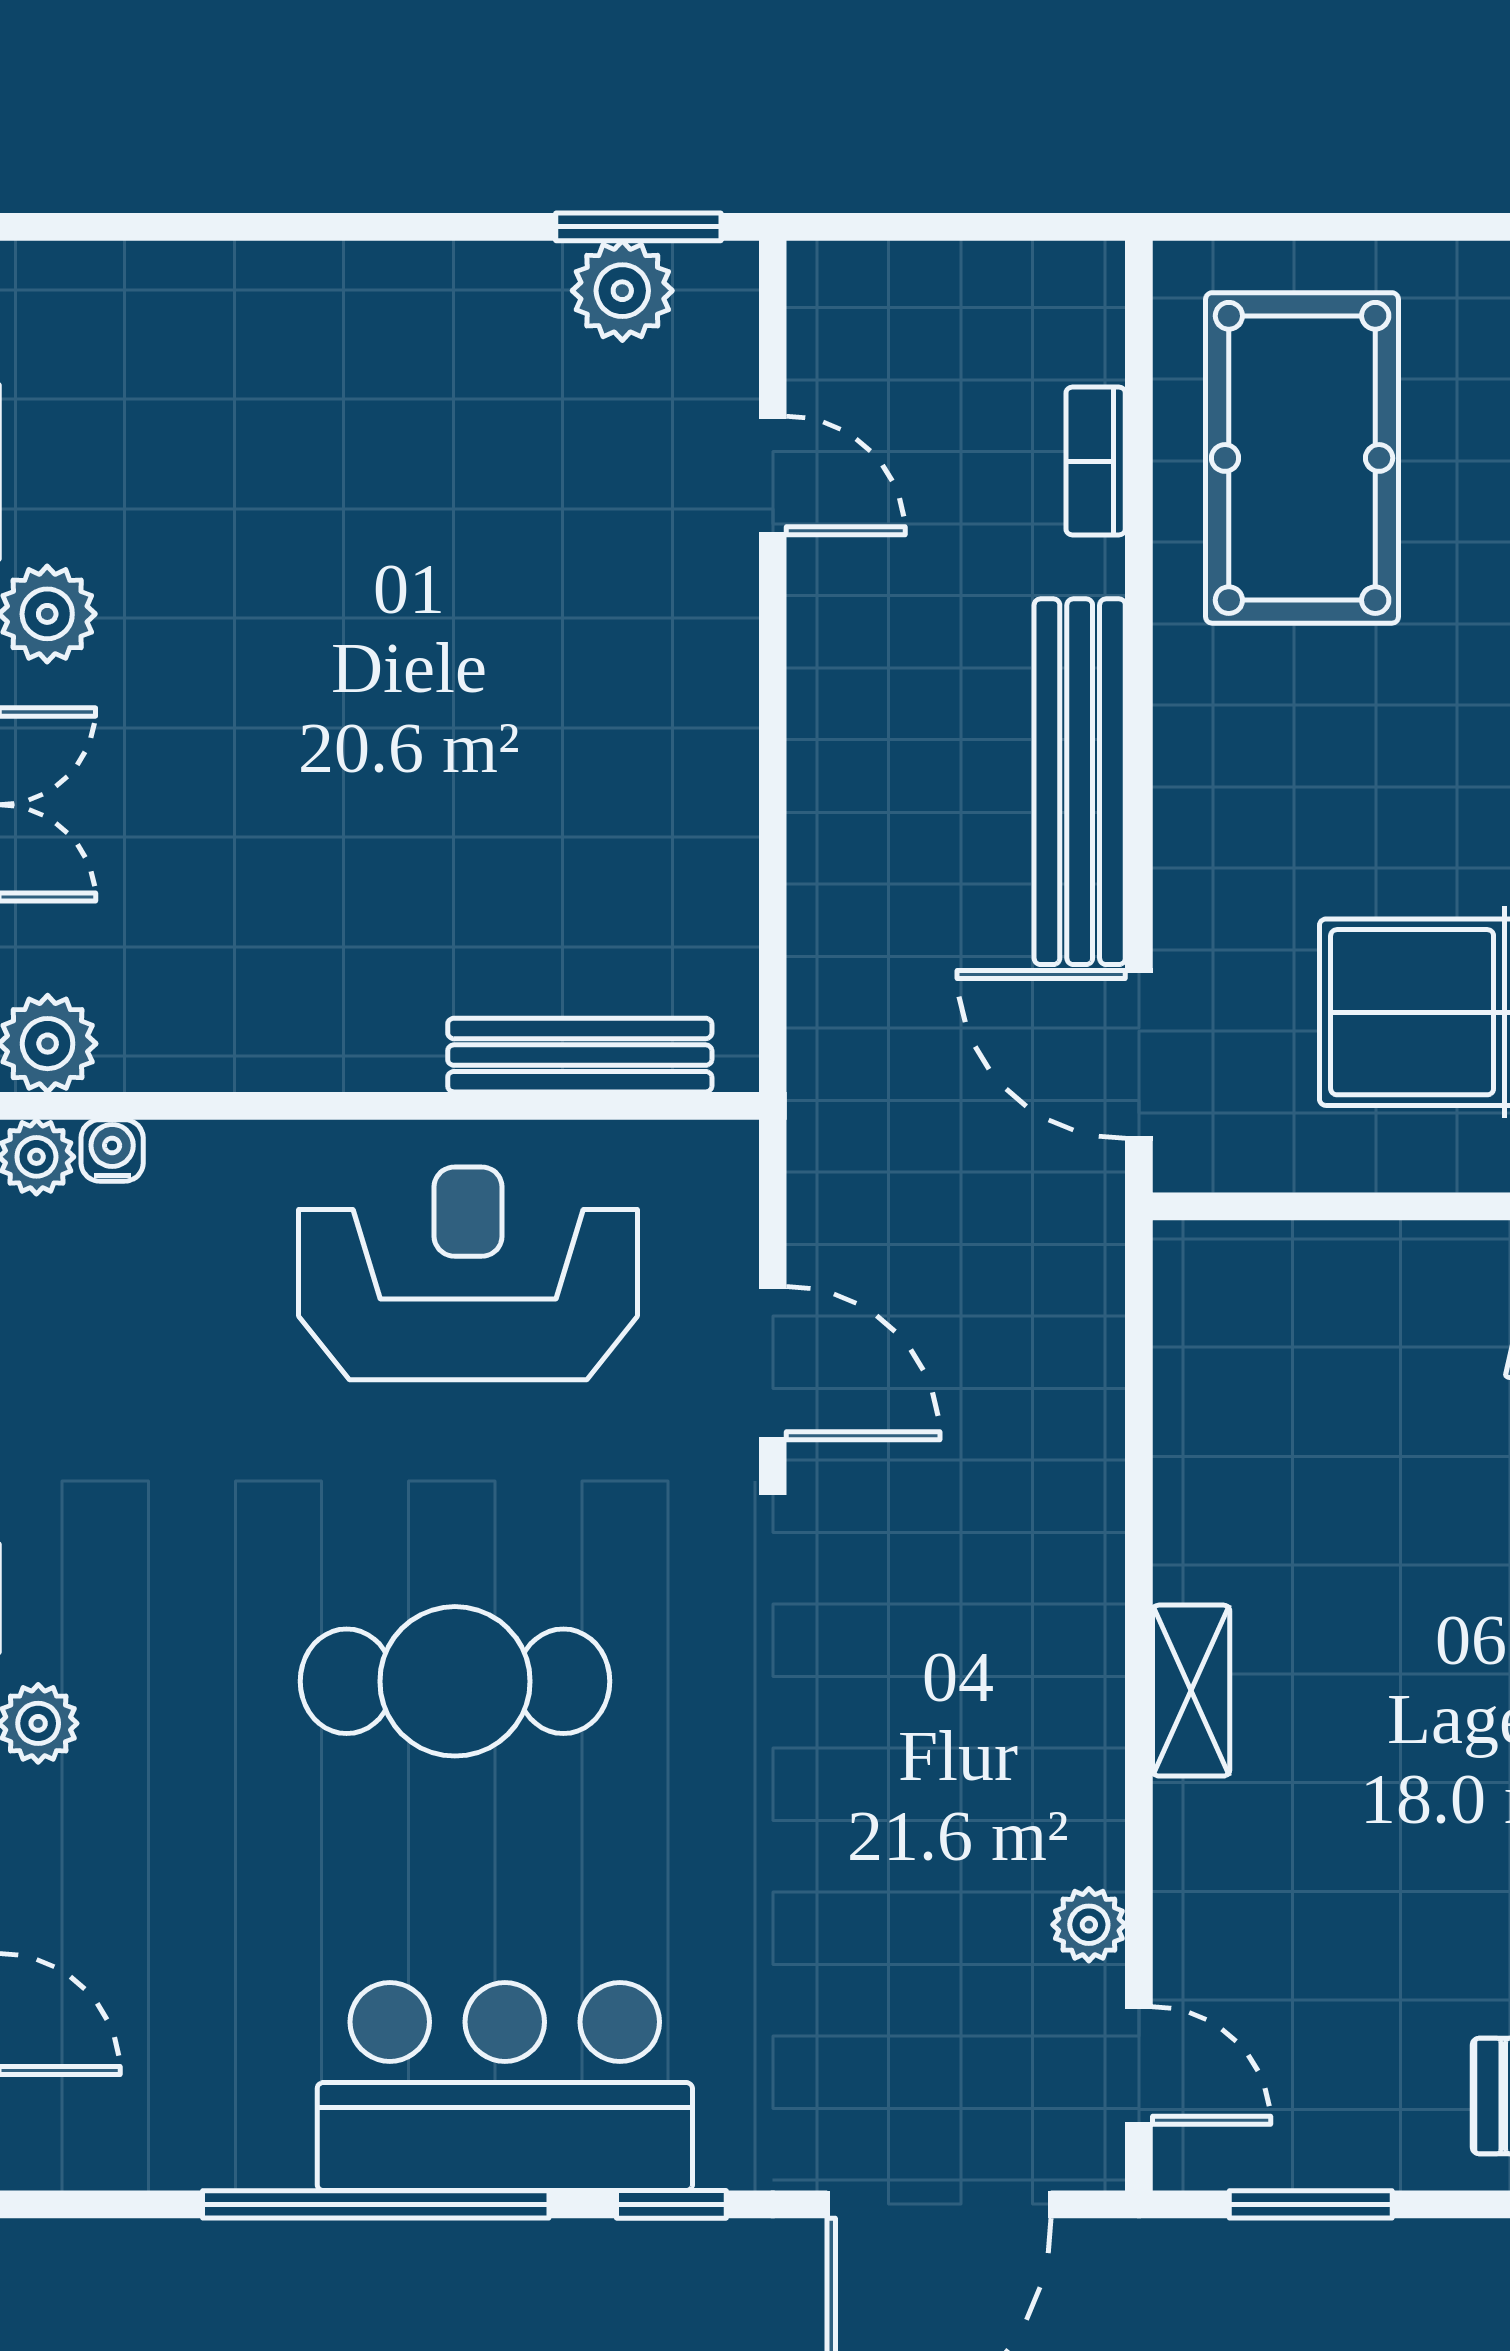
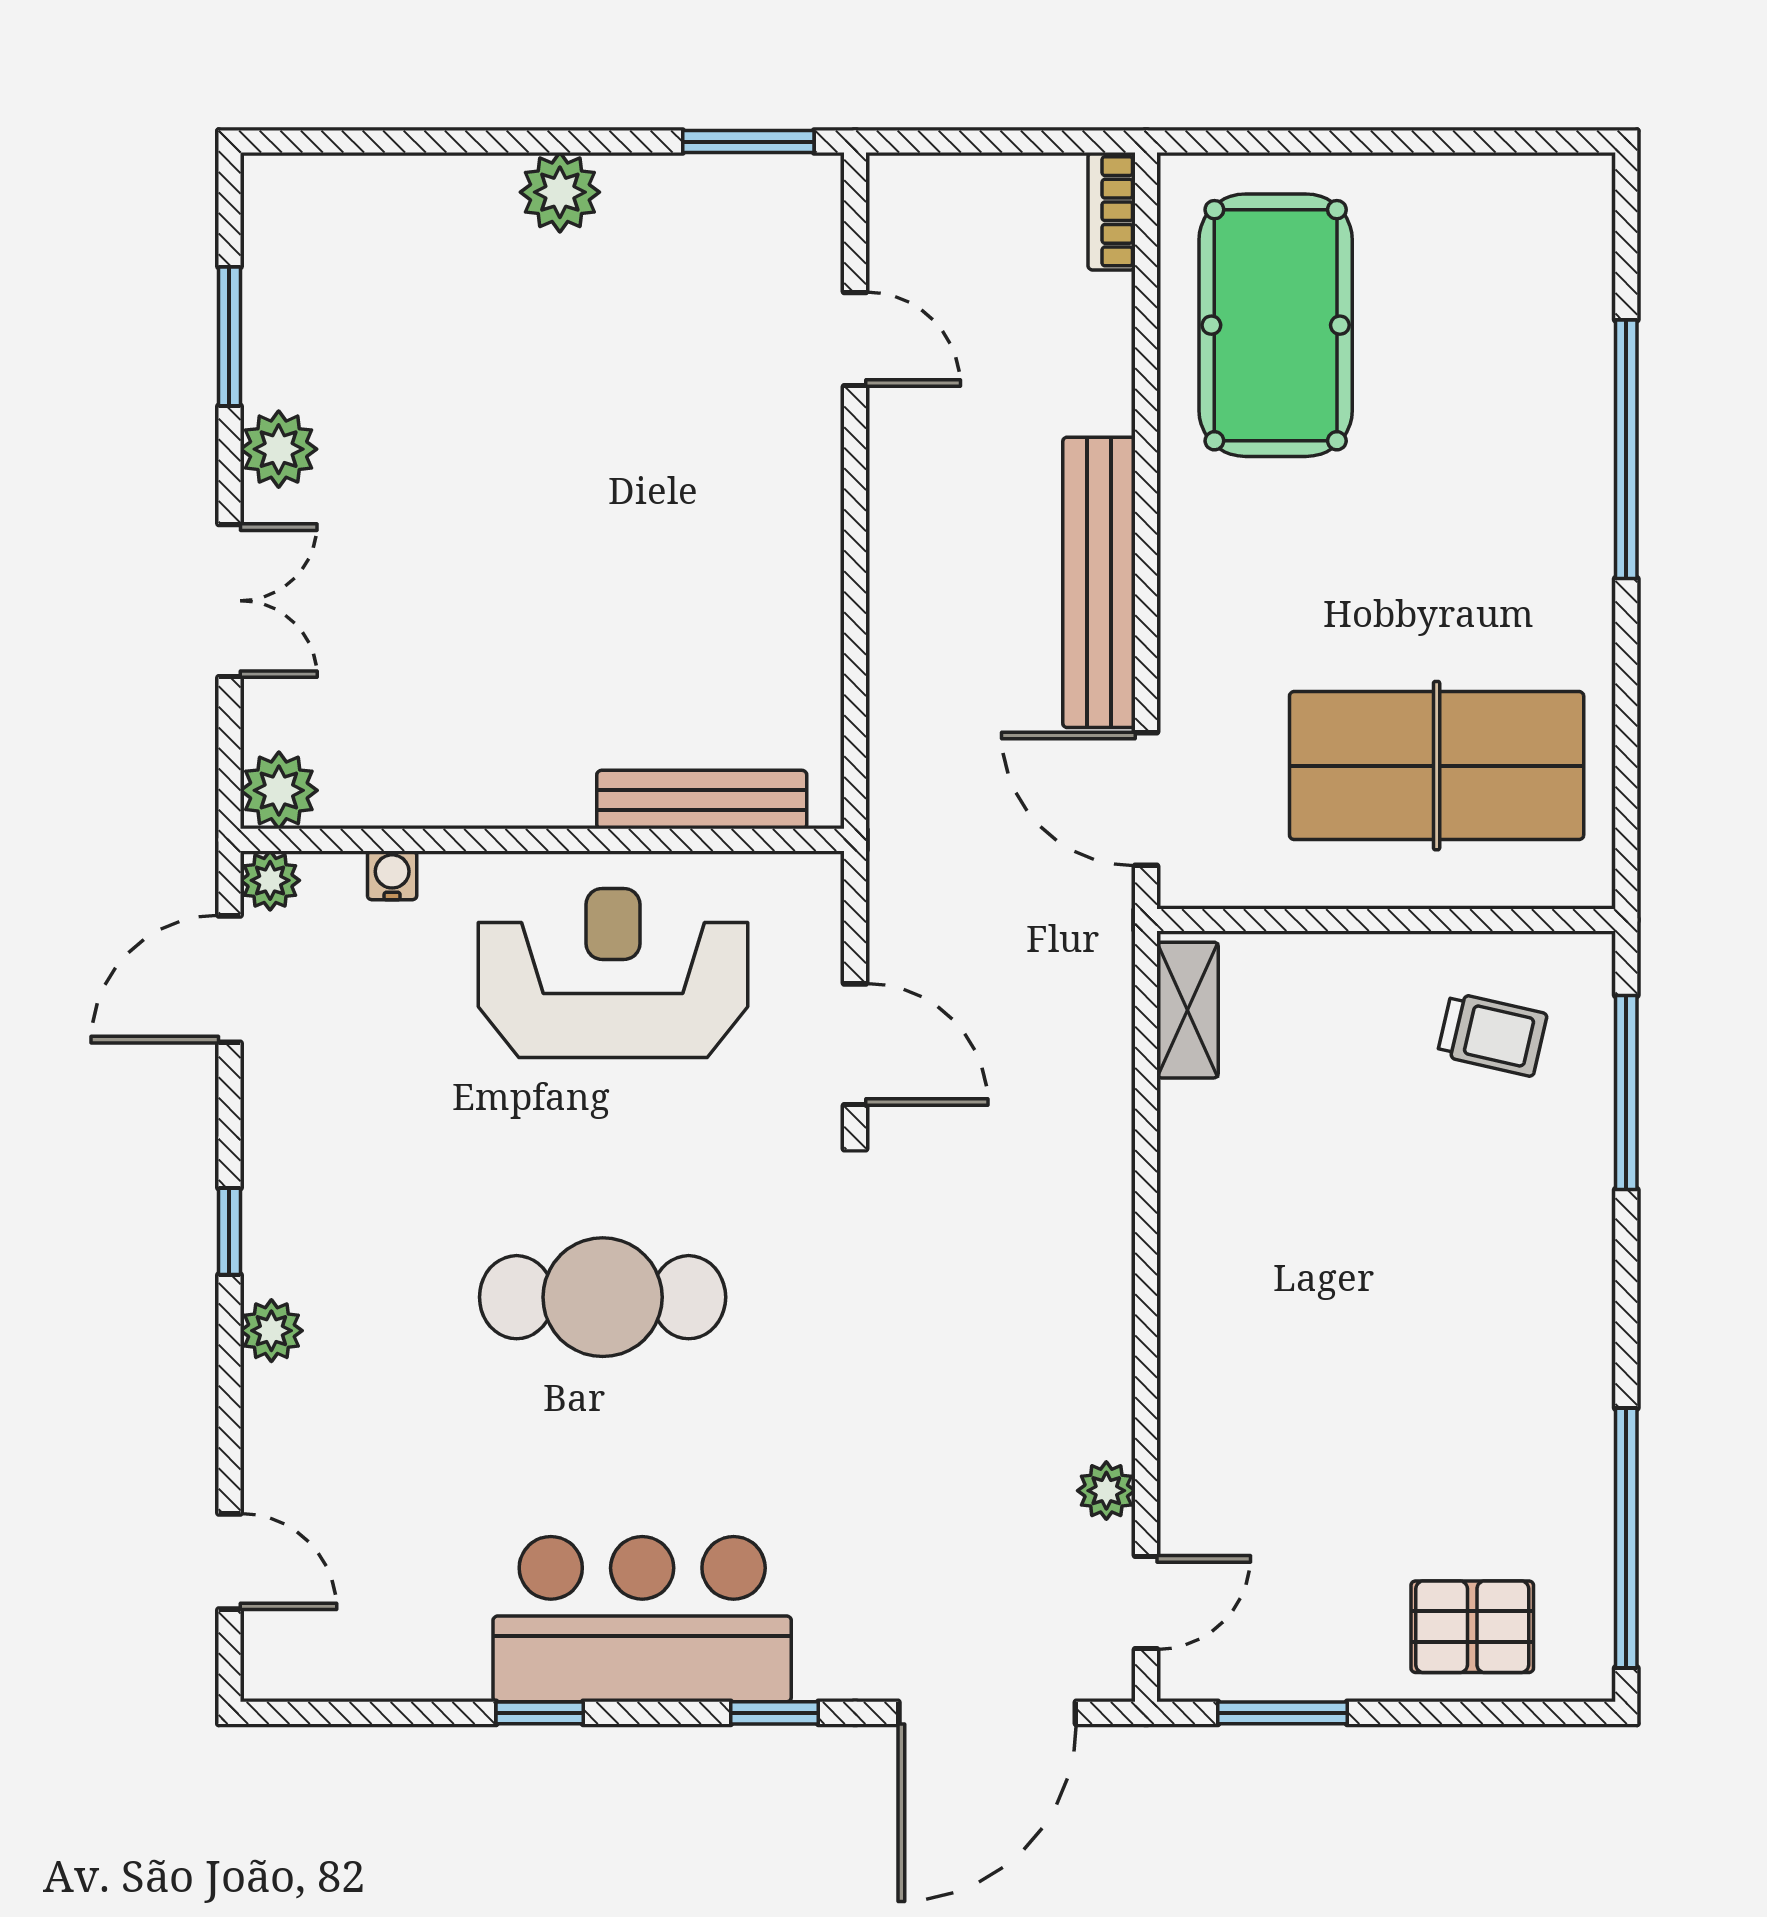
plant: (622, 291) -> (560, 192), moved
bookcase: (1096, 461) -> (1112, 211), moved
water cooler: (112, 1150) -> (392, 875), moved
shelving: (1191, 1691) -> (1188, 1010), moved
door: (1139, 2066) -> (1146, 1602), hinge flipped
window: (376, 2204) -> (540, 1713), width x0.32

